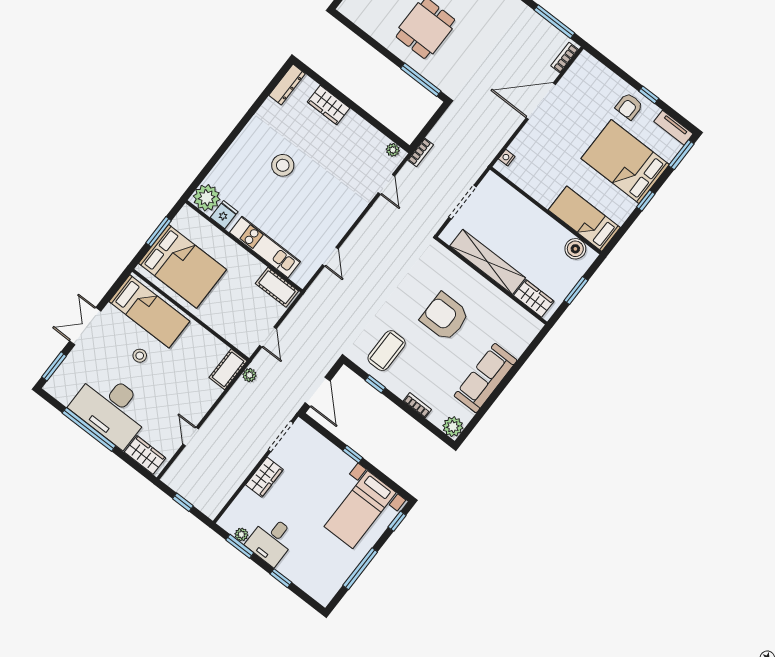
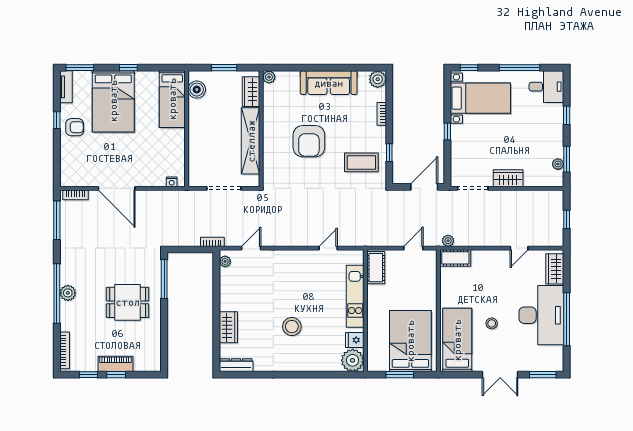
plant: (534, 326) -> (269, 77), added
desk: (271, 540) -> (546, 87), moved

